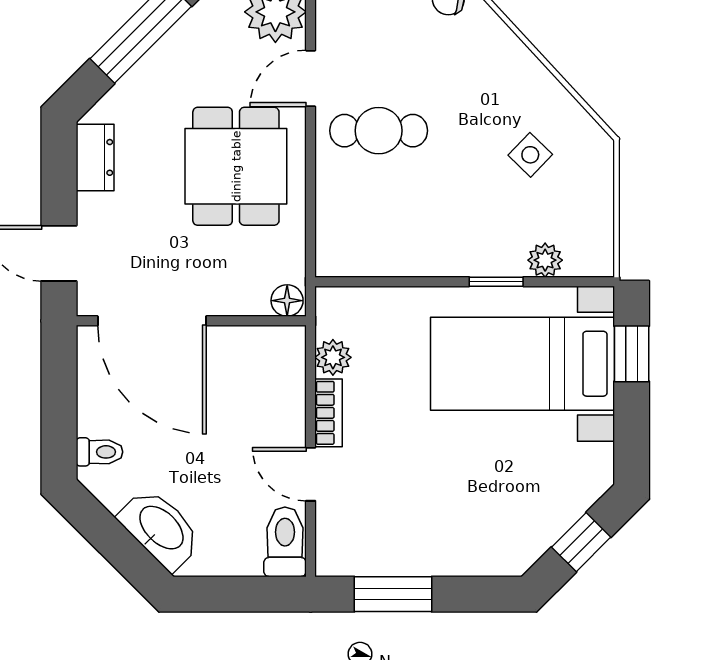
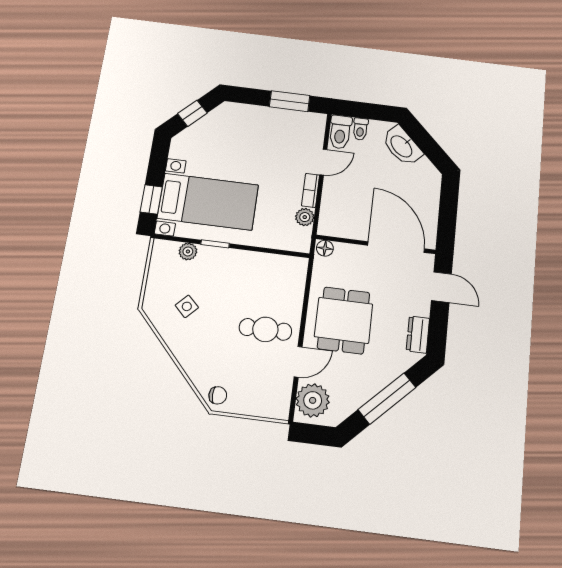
toilet: (99, 452) -> (360, 129), moved, turned -90
door: (311, 474) -> (323, 162), hinge flipped

